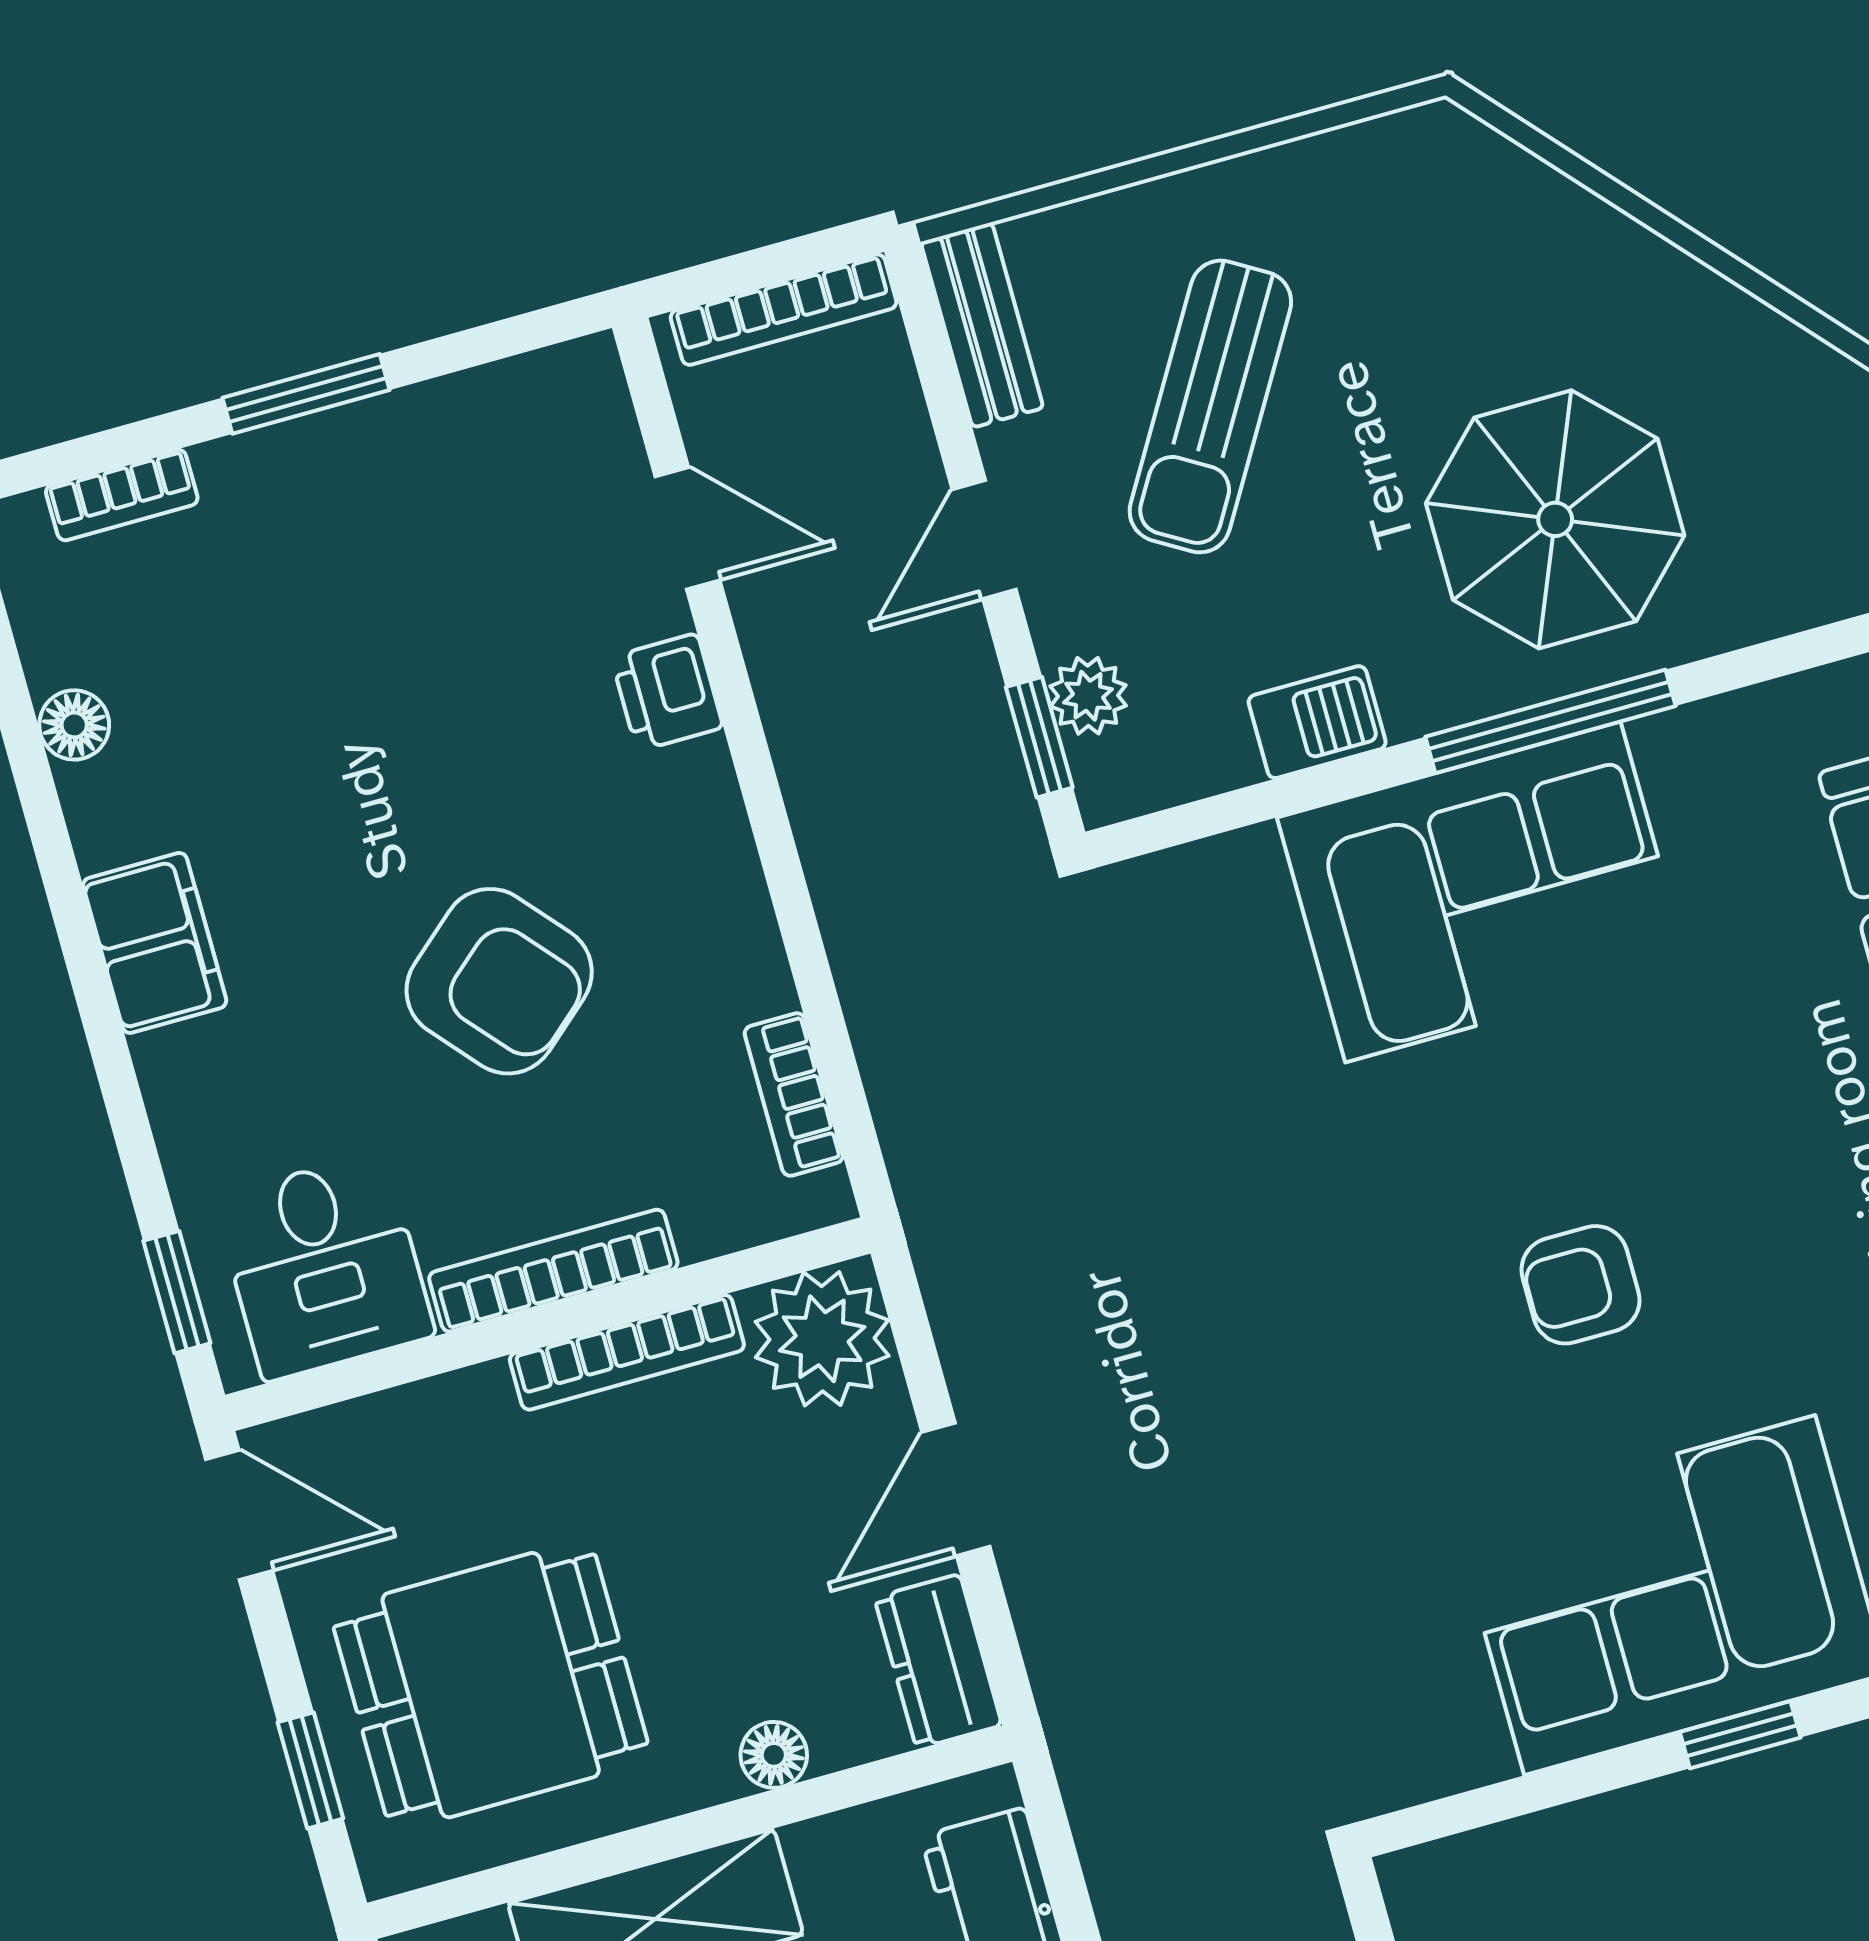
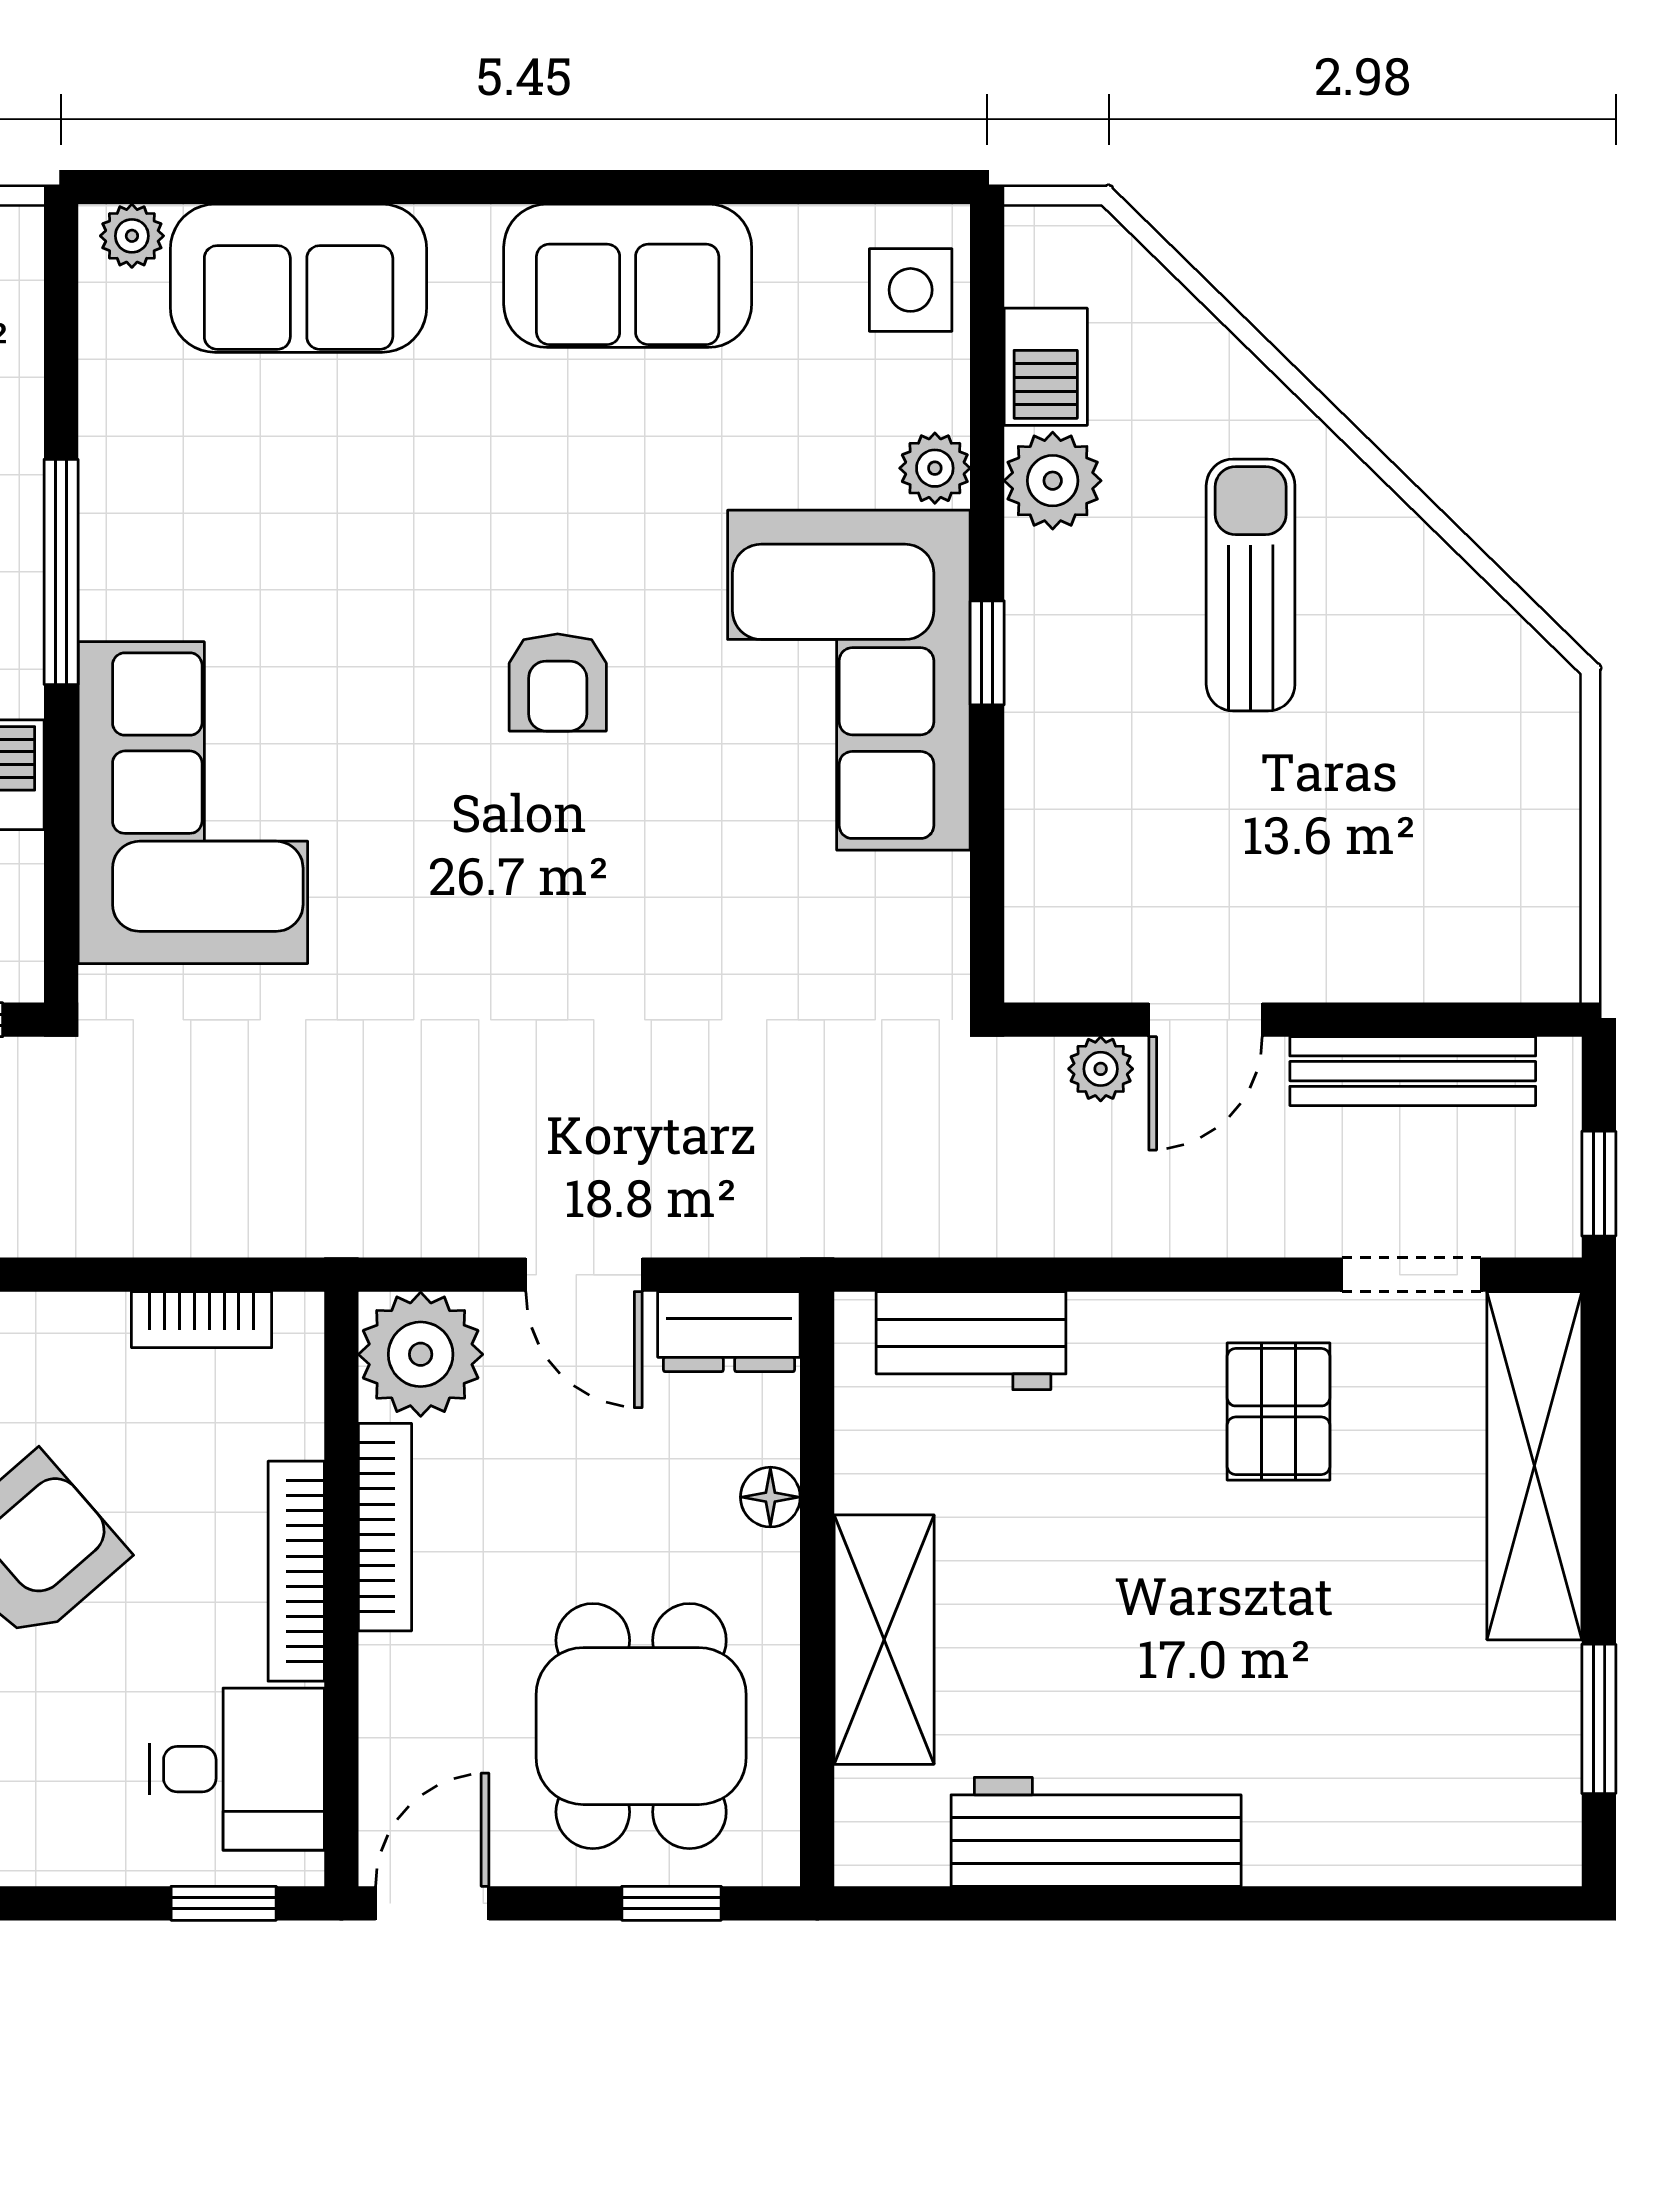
corner sofa: (1483, 892) -> (193, 803), moved

